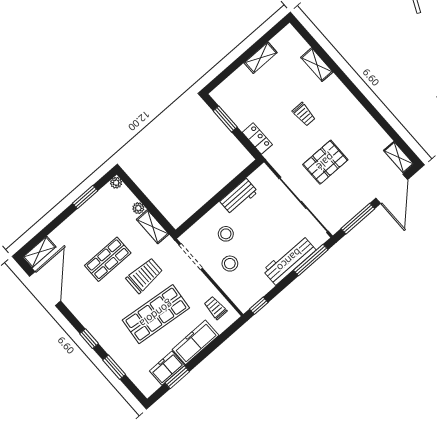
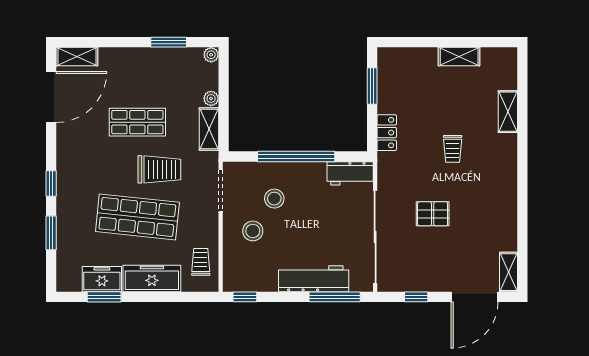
pallet: (325, 162) -> (433, 214), width x0.67, depth x0.71
workbench: (239, 197) -> (350, 173), moved
window: (217, 198) -> (296, 156), added
window: (358, 219) -> (416, 297), width x0.46

